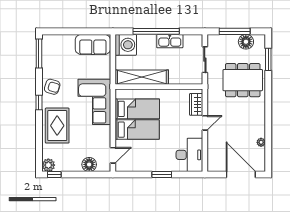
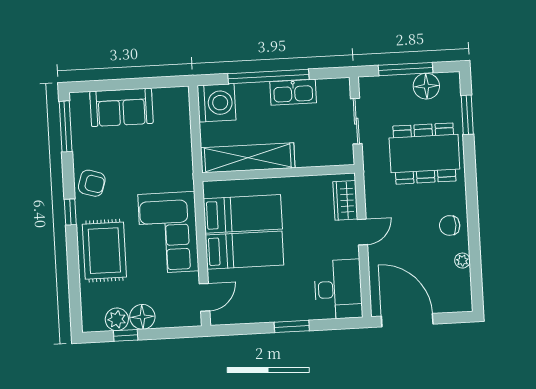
sofa: (93, 44) -> (121, 107), moved
corner sofa: (94, 102) -> (168, 233), moved
chair: (255, 122) -> (450, 225), added
floor lamp: (89, 164) -> (142, 317), moved
plant: (48, 165) -> (117, 319), moved
window: (54, 175) -> (126, 335), moved
door: (241, 175) -> (407, 320), moved

